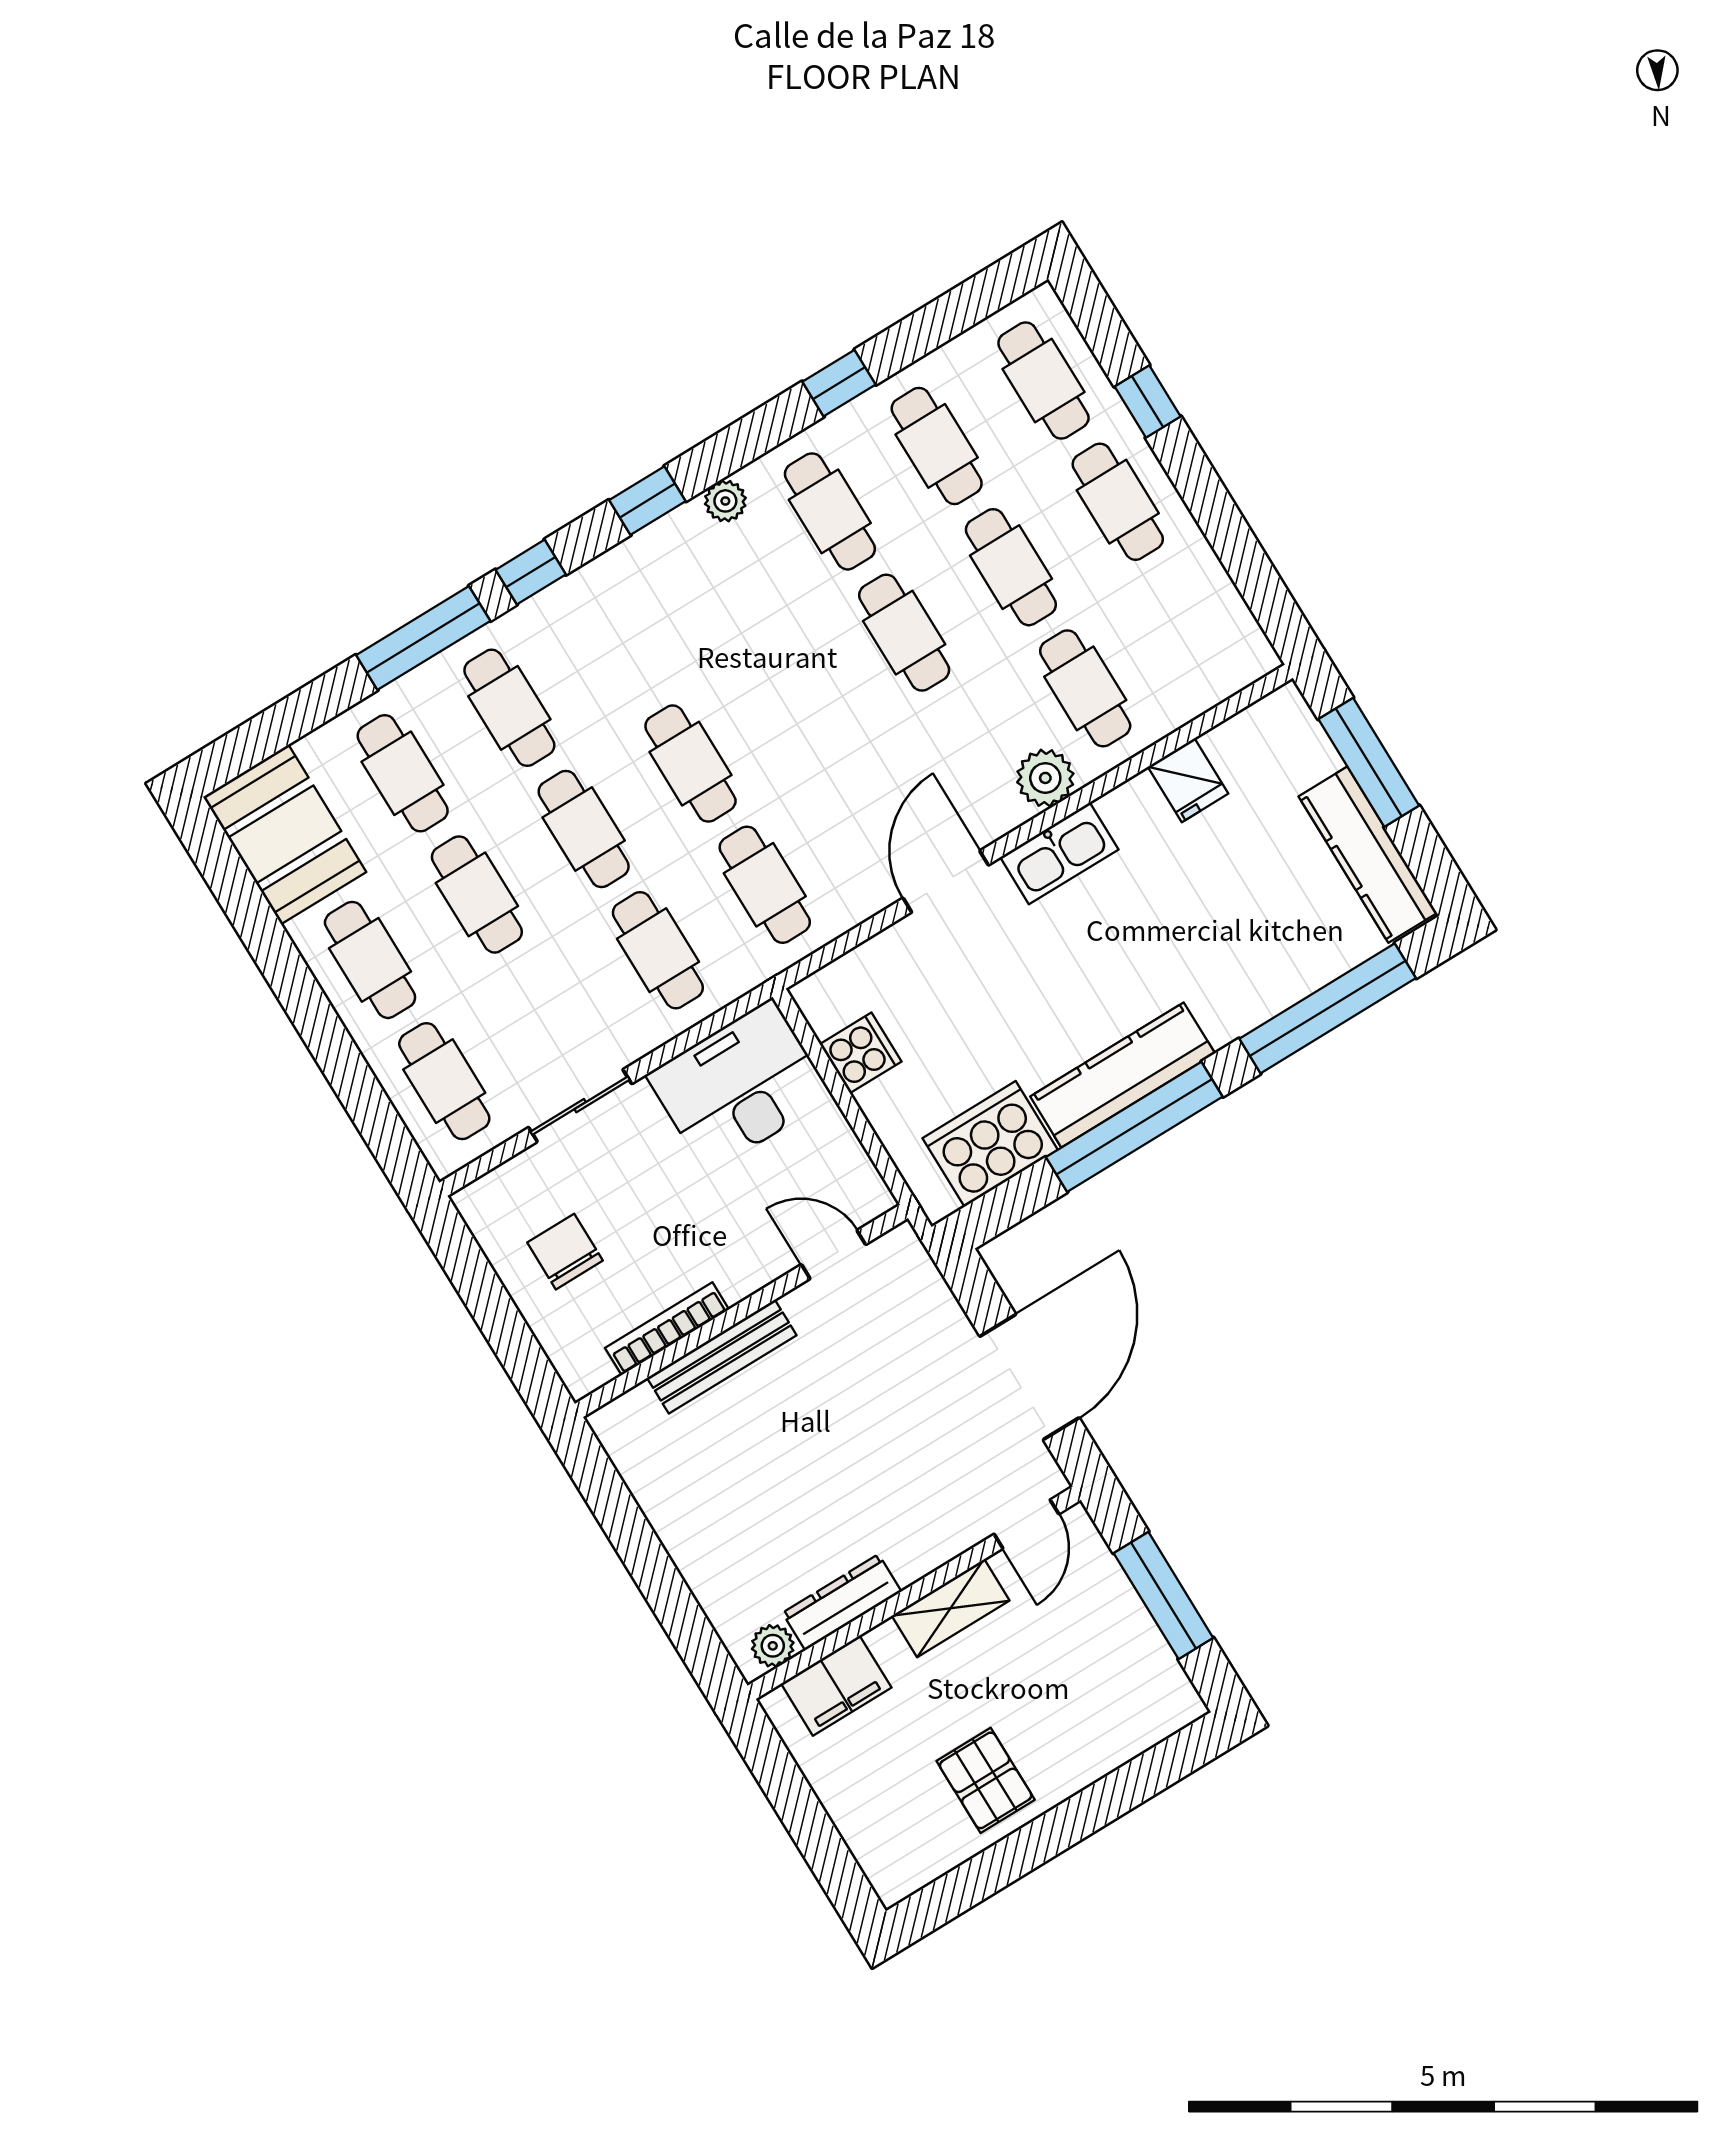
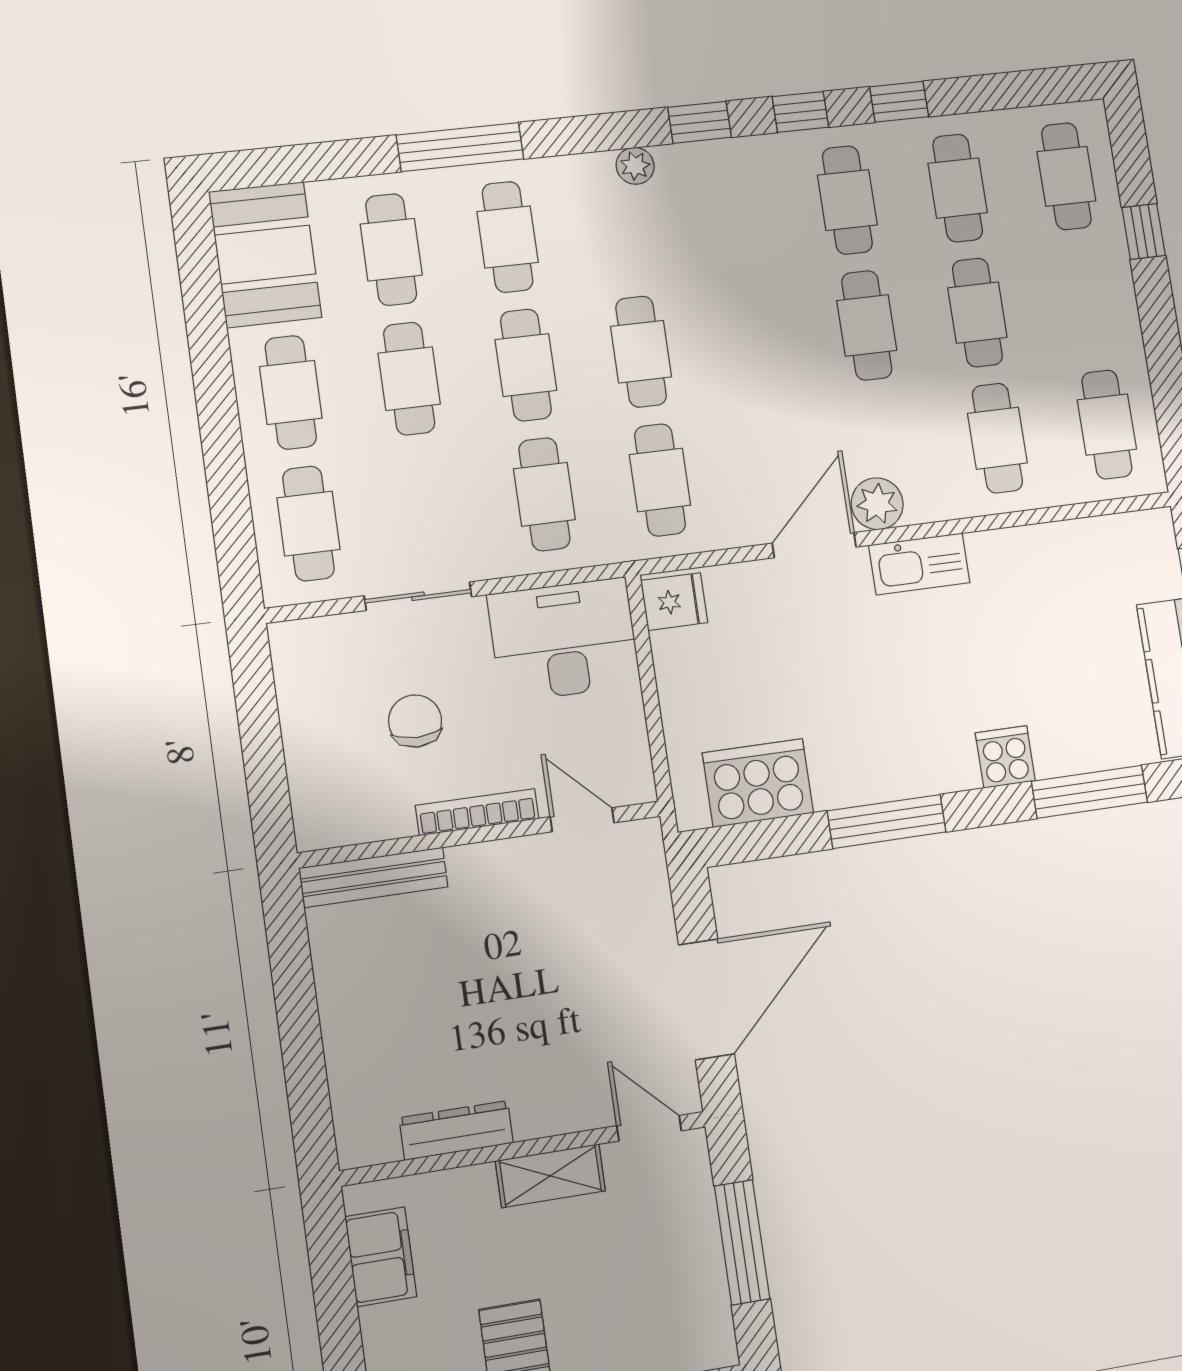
plant: (725, 501) -> (635, 166), moved
cafe table: (1118, 502) -> (1107, 425), moved
window: (531, 572) -> (800, 112), moved
plant: (1045, 778) -> (877, 504), moved
fridge: (1188, 780) -> (674, 602), moved, turned -90
window: (1328, 1008) -> (1089, 792), width x0.68
cooker: (861, 1053) -> (1005, 757), moved, turned -90
kitchen counter: (1123, 1075) -> (895, 773), removed
window: (1134, 1127) -> (887, 821), width x0.68
chair: (565, 1252) -> (415, 721), moved
bookcase: (667, 1329) -> (477, 812), moved
bench: (722, 1357) -> (373, 877), moved
door: (1026, 1524) -> (649, 1128), swing flipped
plant: (773, 1646) -> (377, 1144), removed
filing cabinet: (836, 1686) -> (381, 1257), moved, turned -90

